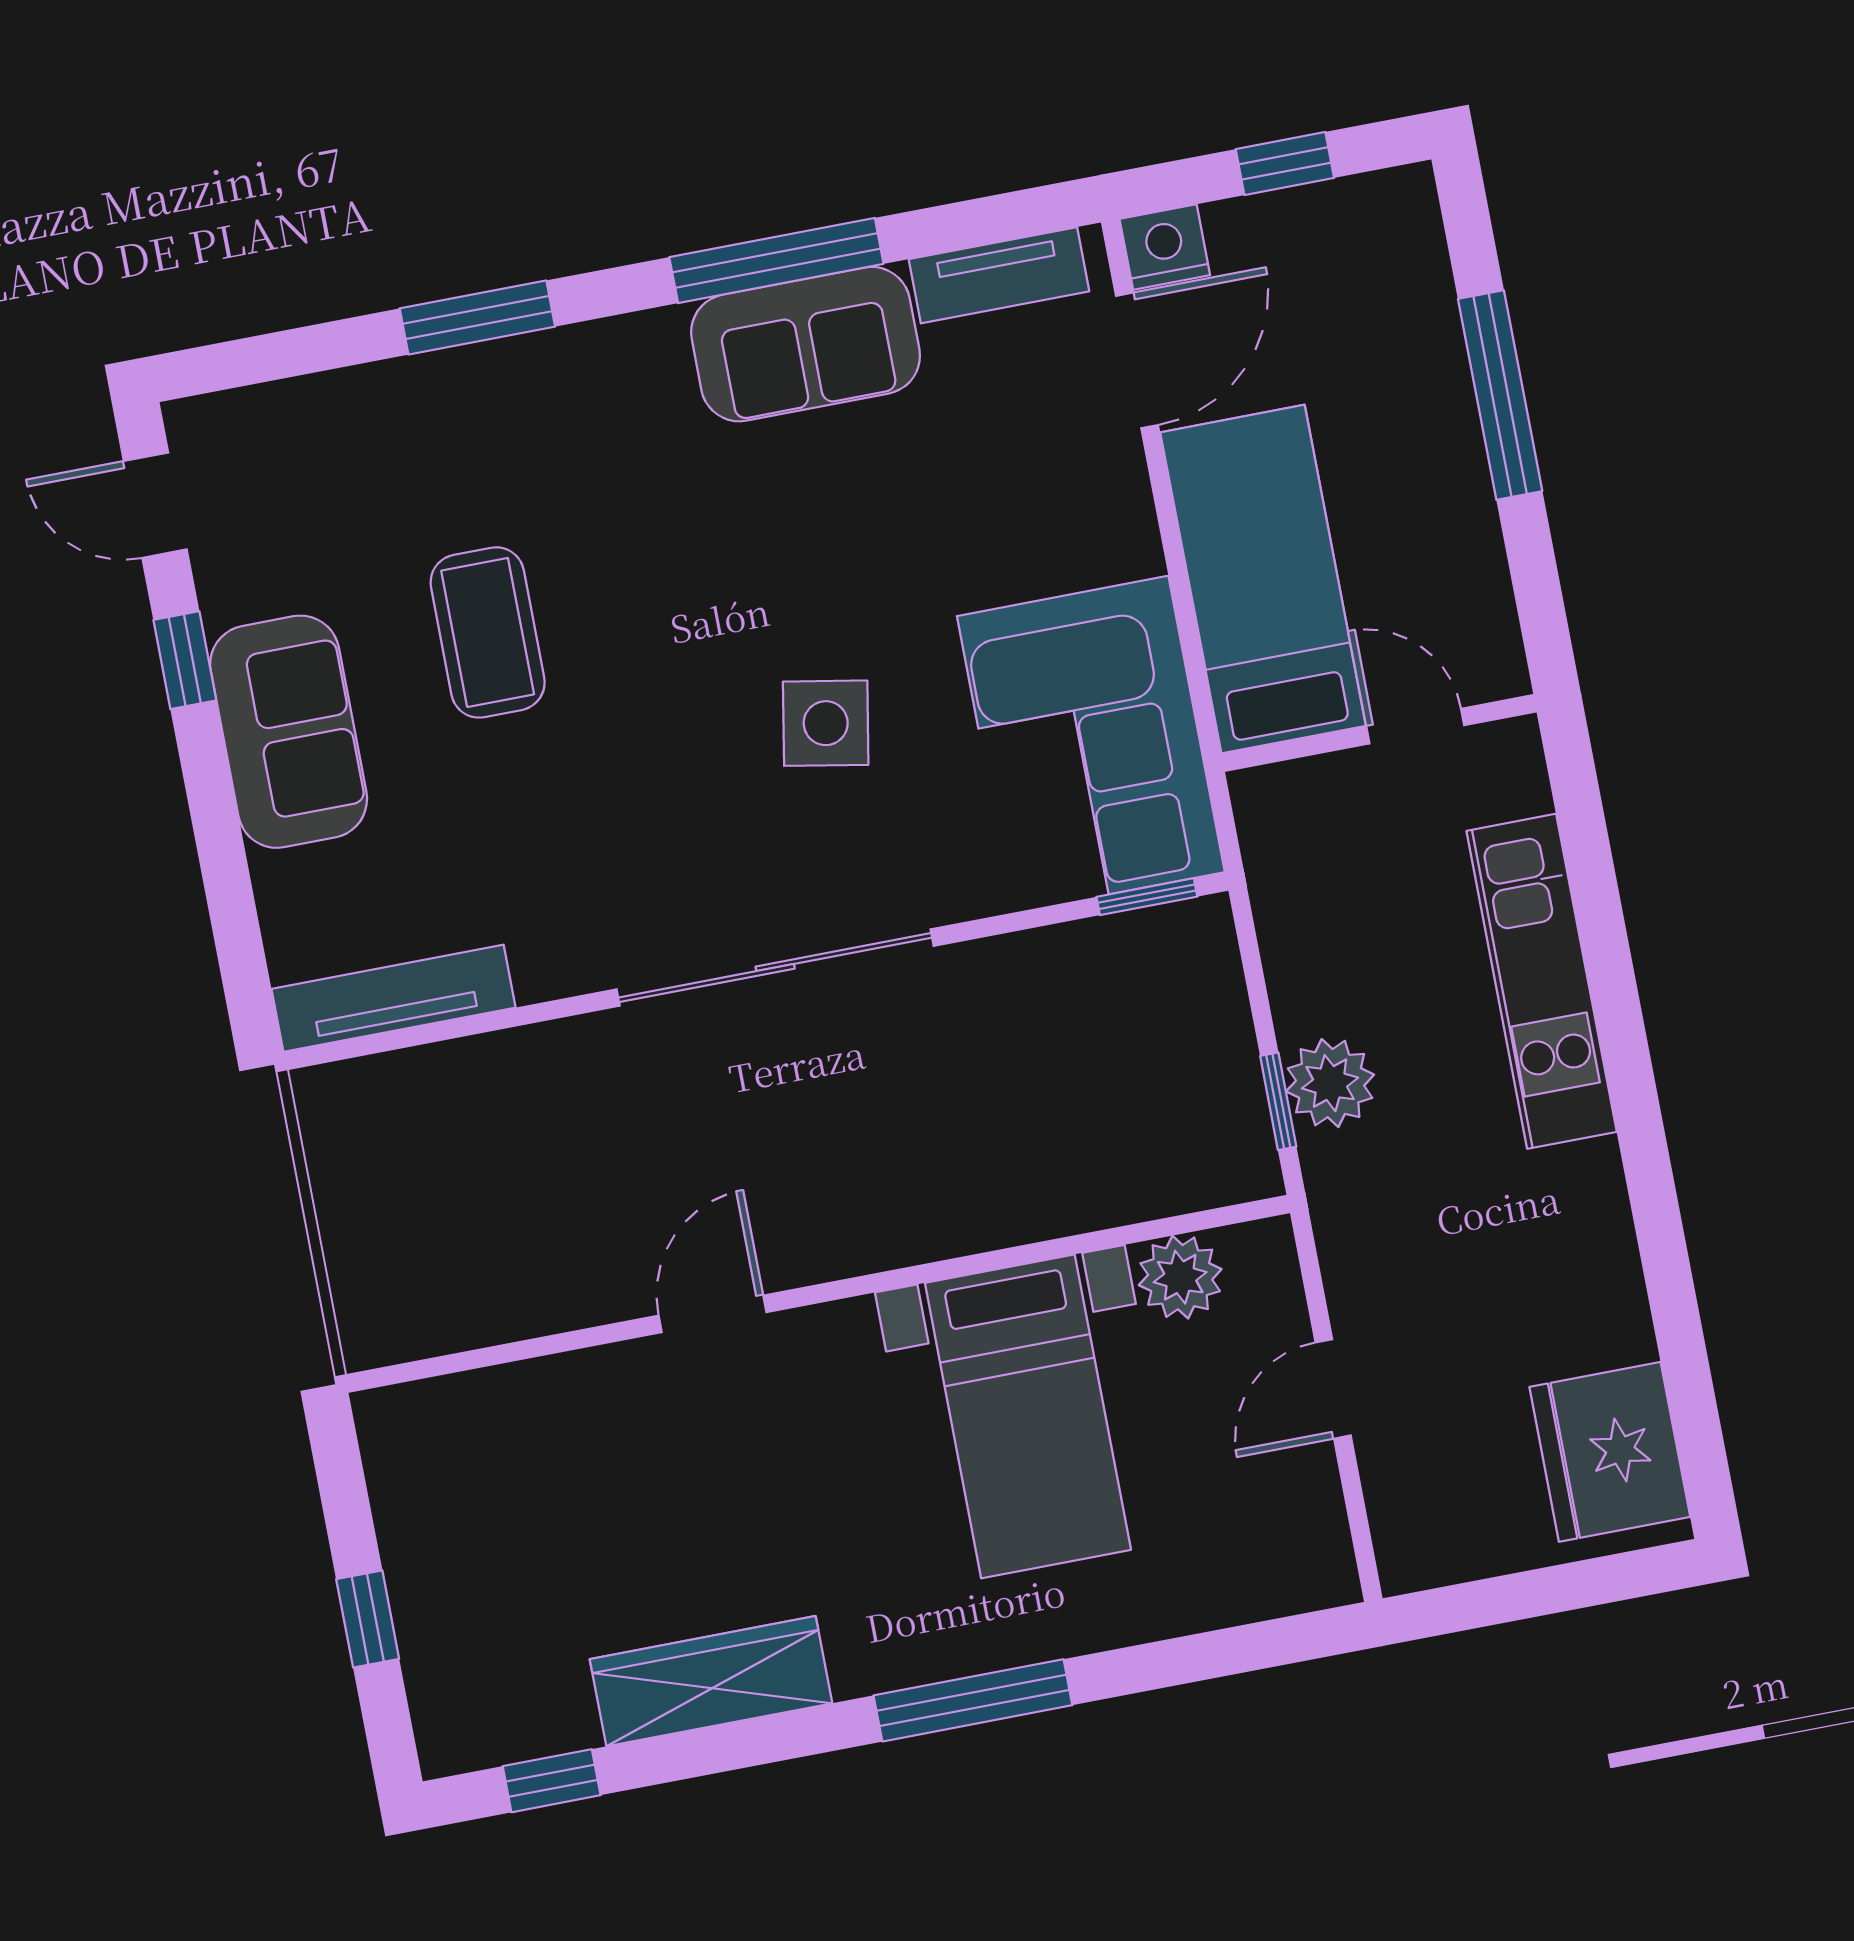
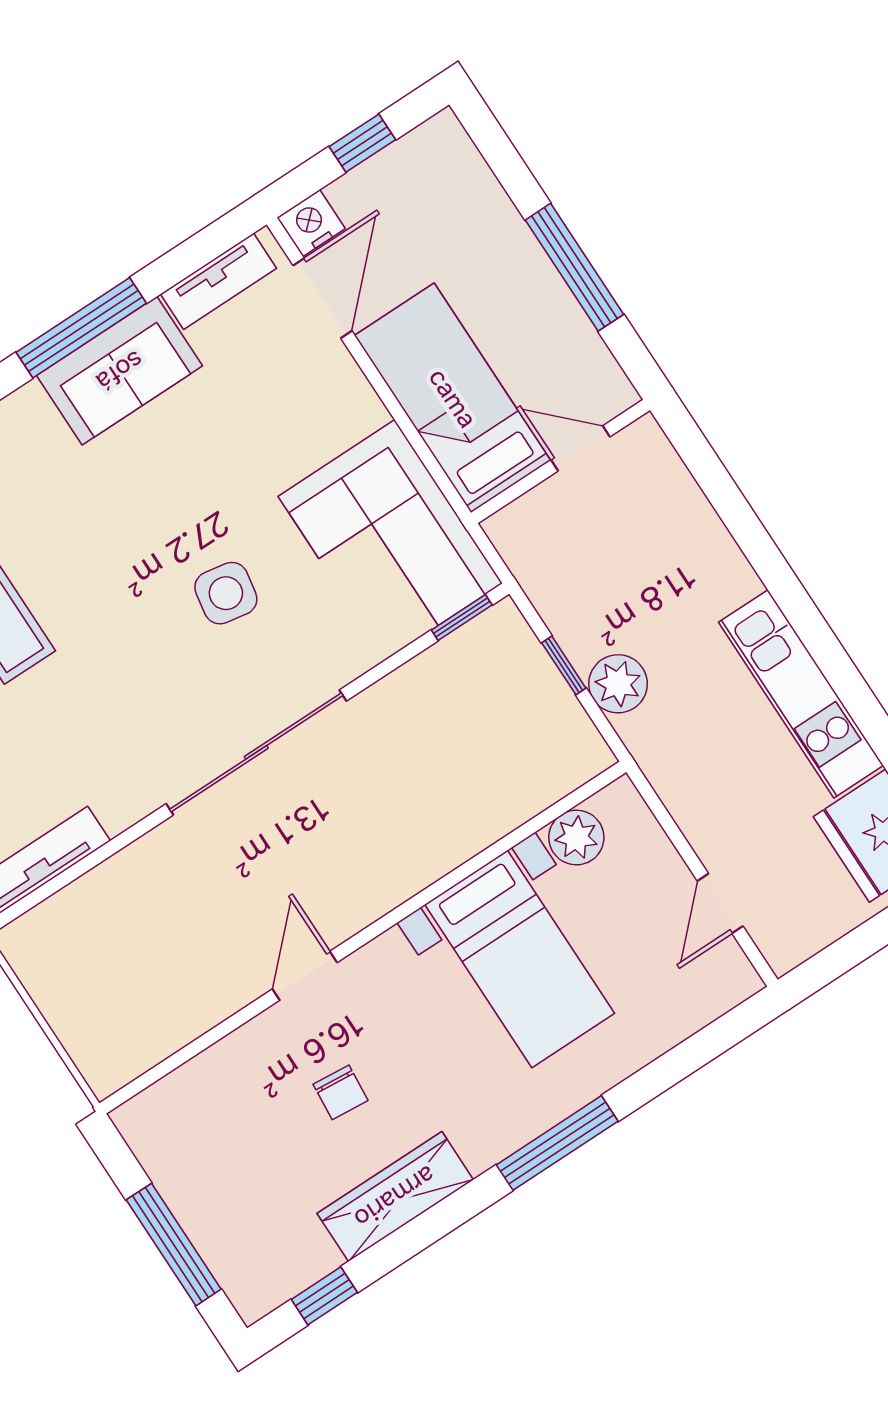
window: (1500, 395) -> (574, 267), moved
kitchen unit: (1542, 981) -> (801, 694), moved
window: (1278, 1101) -> (564, 665), moved
door: (1333, 1389) -> (720, 903), moved
chair: (695, 1501) -> (341, 1092), added
window: (368, 1619) -> (174, 1245), width x2.17

